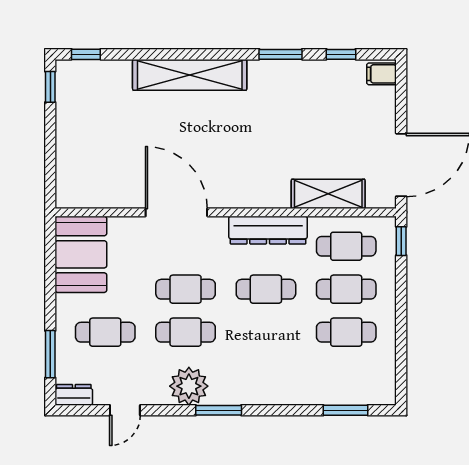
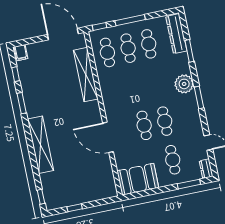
window: (50, 87) -> (75, 208), moved
shelving: (328, 194) -> (86, 75), width x1.47
door: (176, 212) -> (108, 137), hinge flipped
dresser: (268, 230) -> (176, 34), moved, turned 180
cafe table: (266, 289) -> (136, 87), removed
window: (401, 305) -> (130, 20), added
plant: (189, 386) -> (184, 84), moved
window: (346, 410) -> (189, 51), moved

